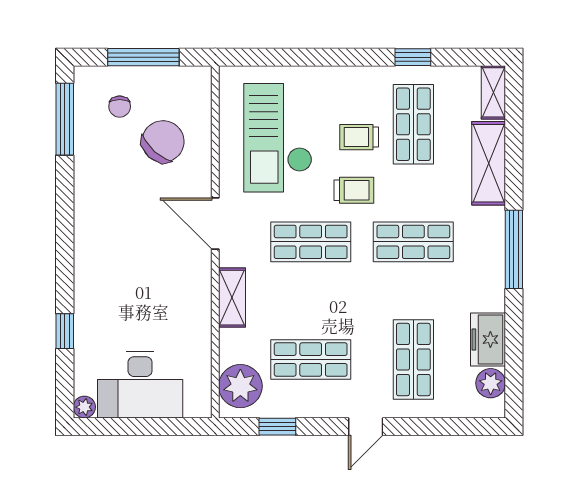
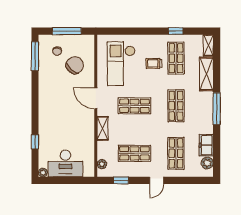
trolley: (354, 190) -> (152, 85), removed
shop shelf: (413, 242) -> (176, 106), turned 90
plant: (240, 386) -> (102, 164), width x0.53, depth x0.53

